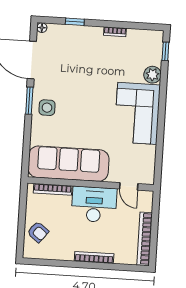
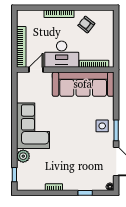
door: (129, 186) -> (36, 70), hinge flipped
armchair: (38, 232) -> (86, 25), moved
bookcase: (145, 239) -> (21, 47), moved

